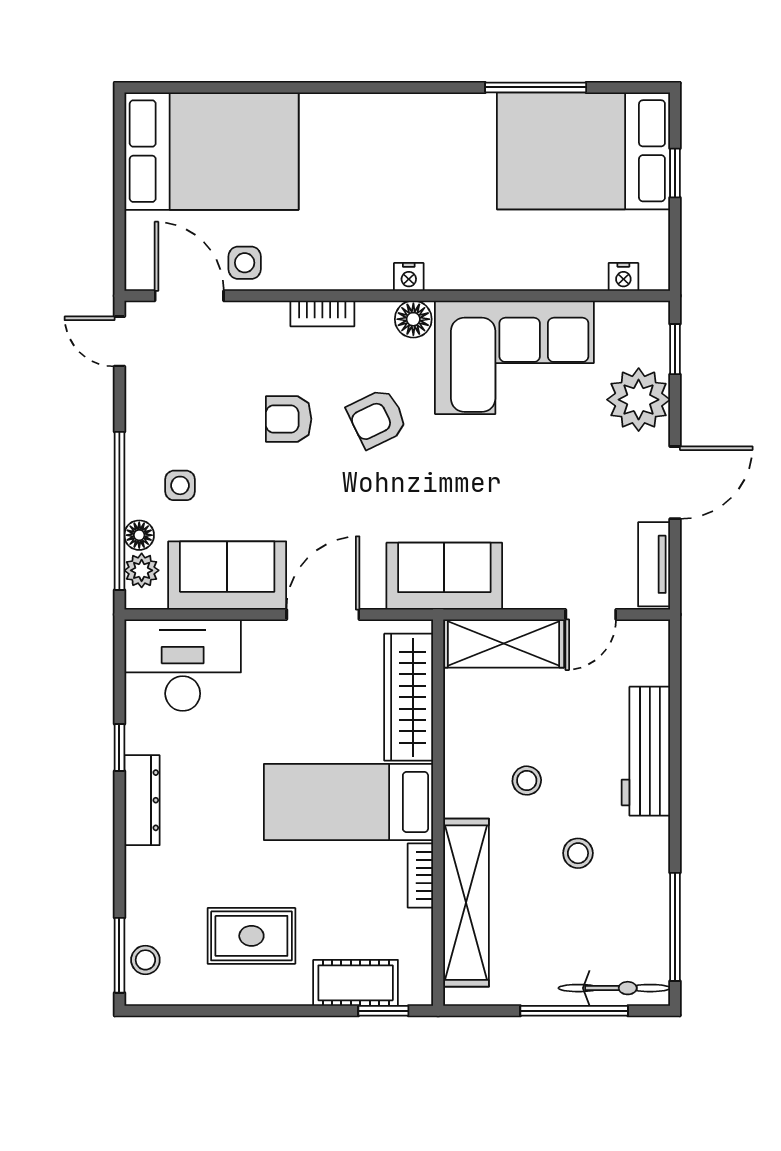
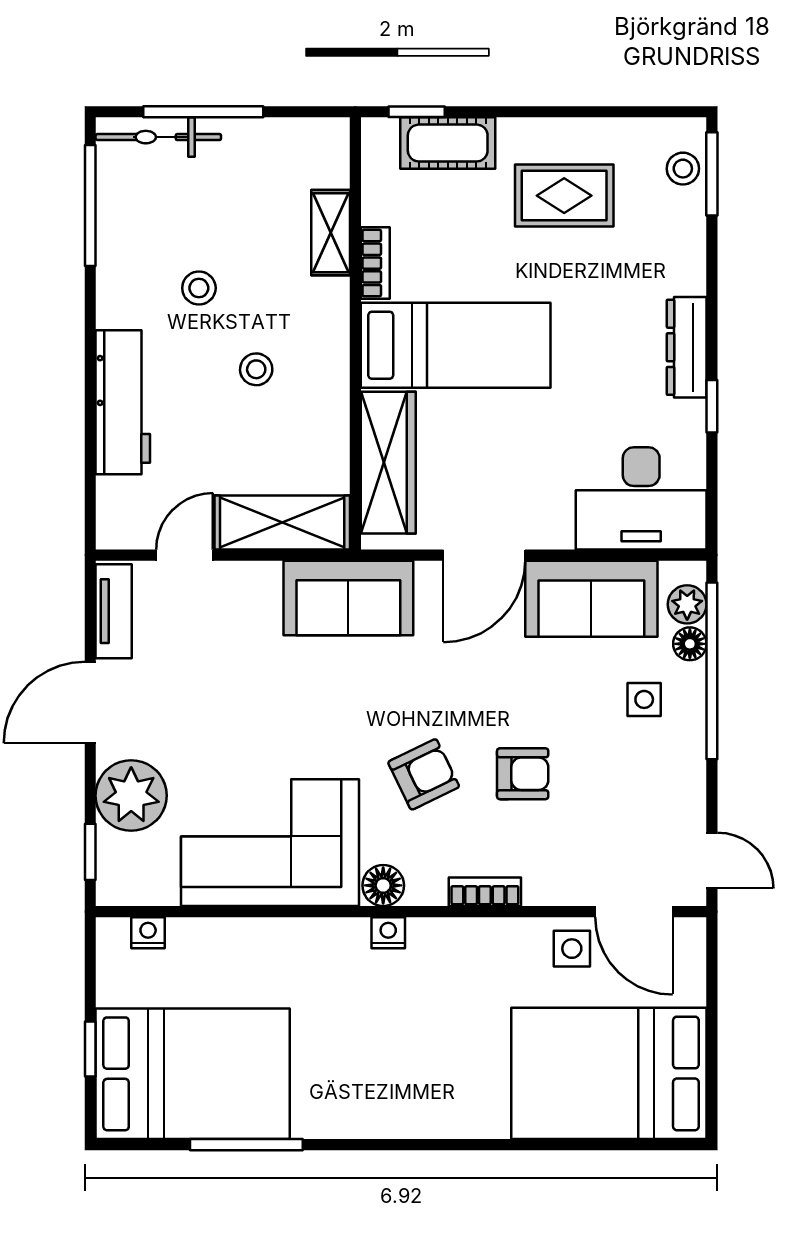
shelving: (466, 903) -> (331, 233), width x0.45, depth x0.75

